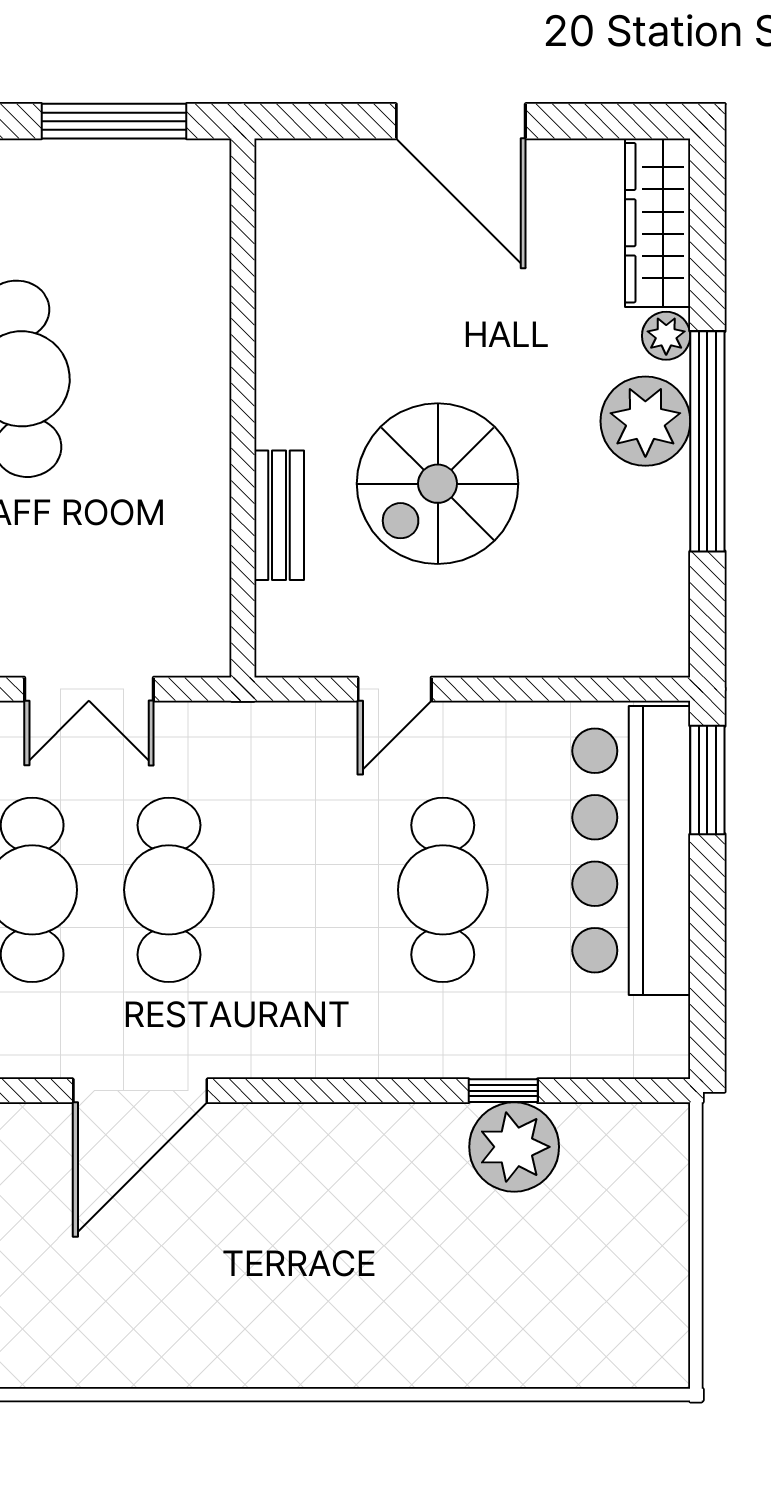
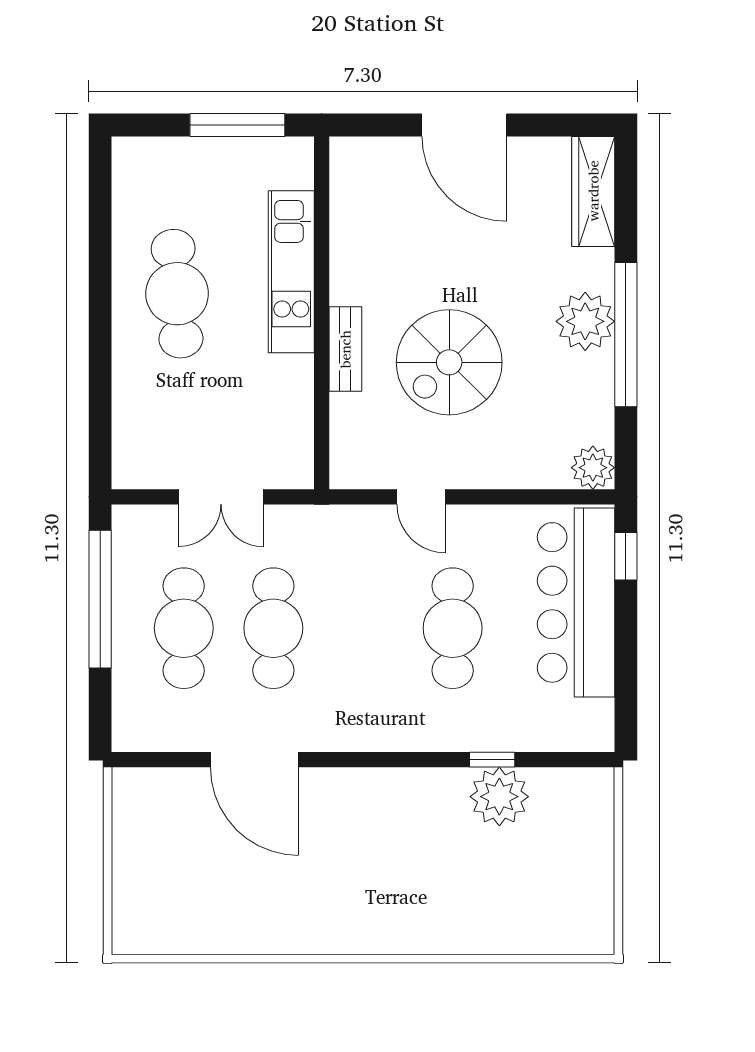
plant: (666, 336) -> (593, 468), moved, width x1.38, depth x1.38
kitchen unit: (196, 345) -> (291, 272), added
bench: (279, 515) -> (345, 349), moved
door: (395, 689) -> (421, 497), hinge flipped
window: (707, 780) -> (626, 556), width x0.67
door: (140, 1091) -> (254, 760), hinge flipped

